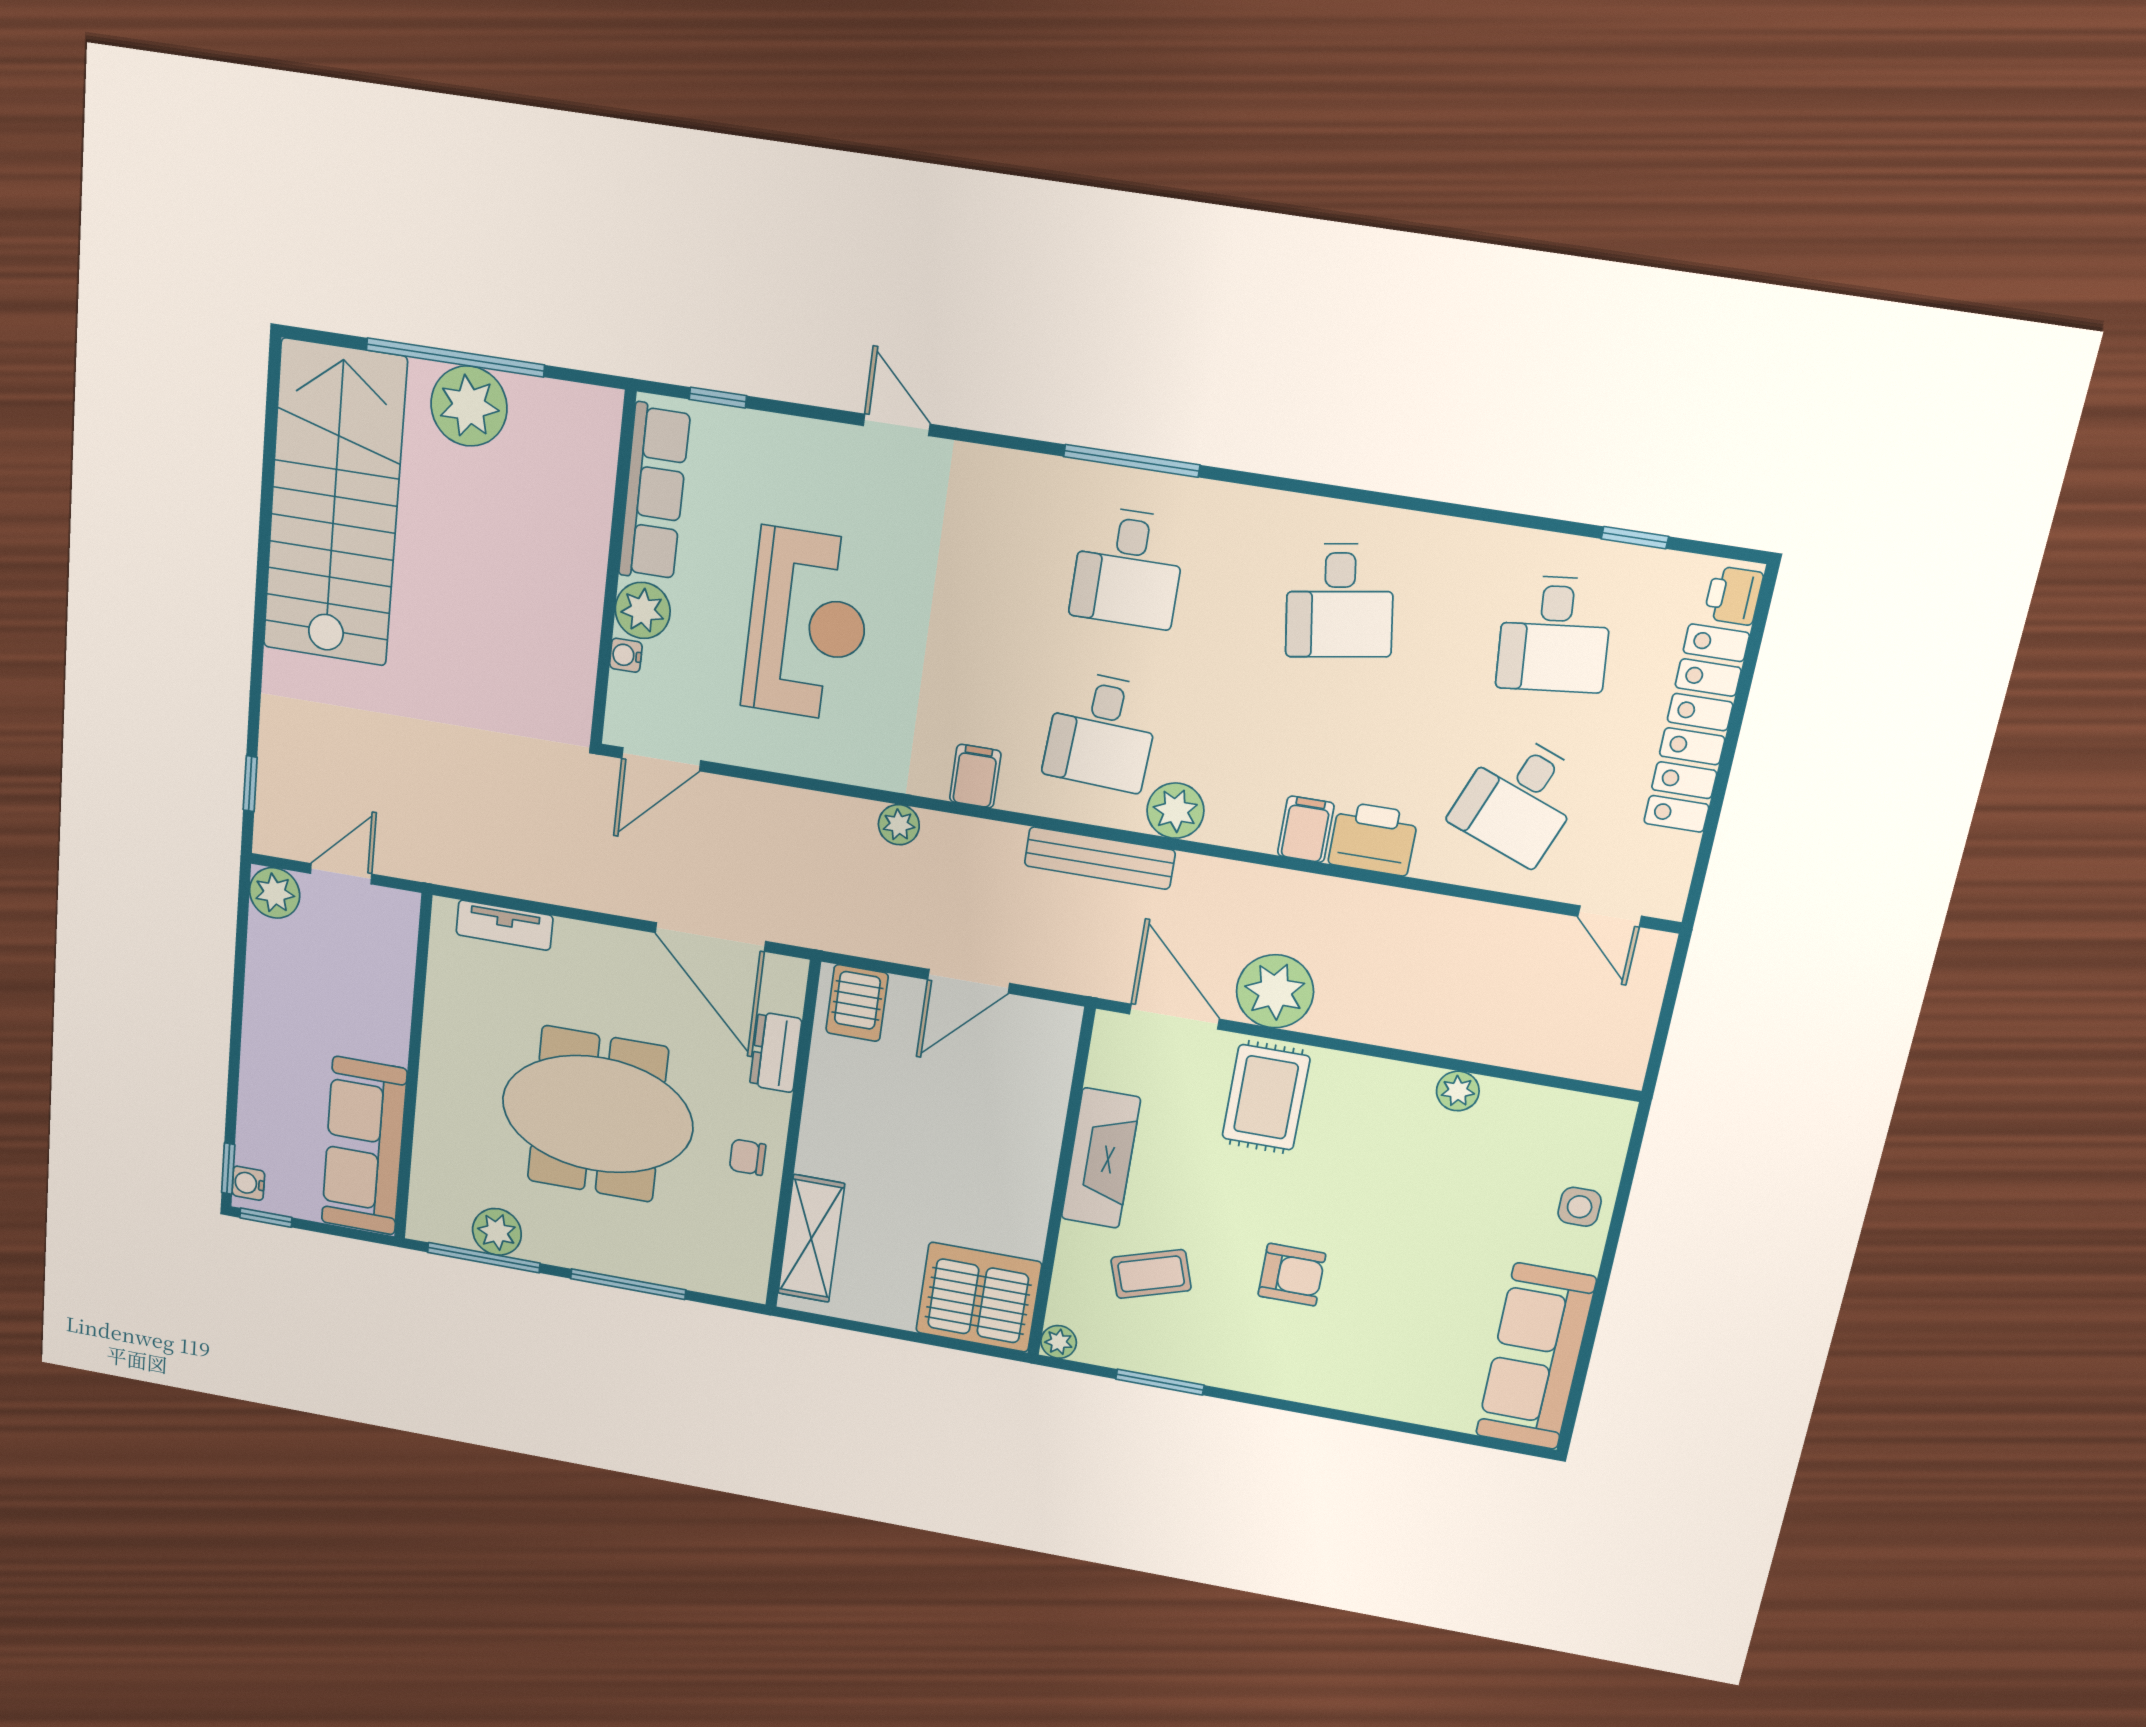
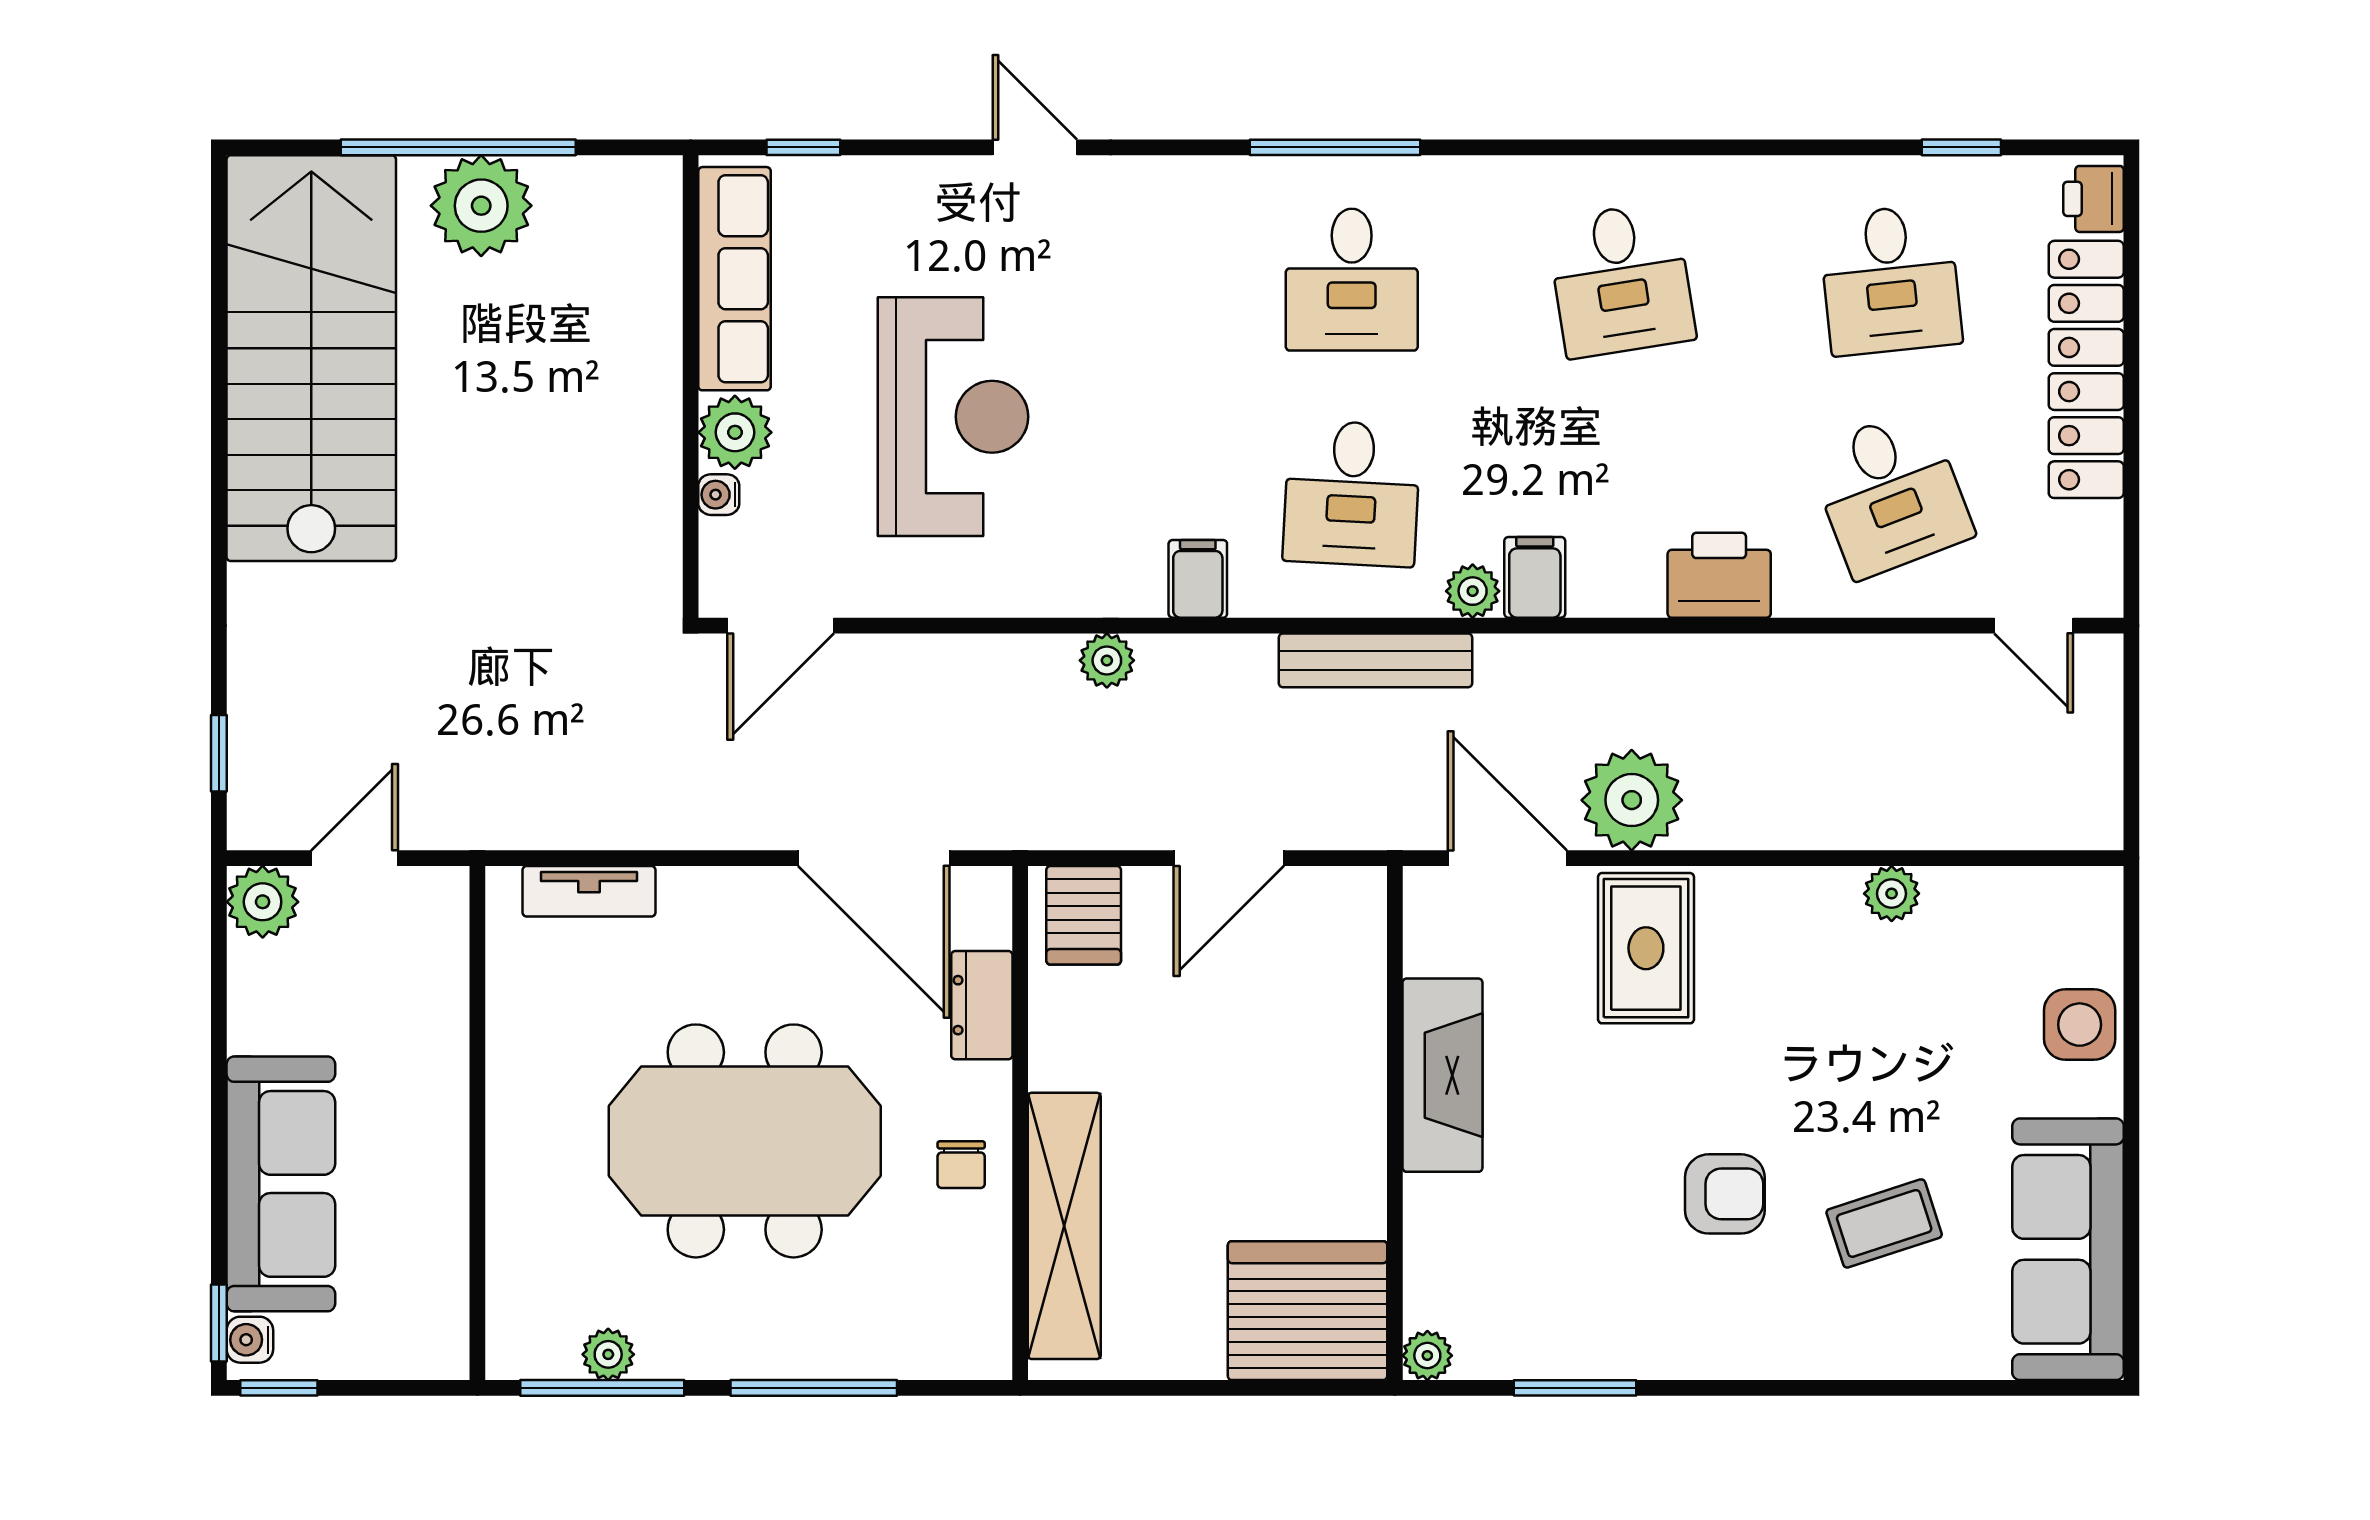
desk: (1519, 799) -> (1890, 493), turned -42
plant: (1175, 811) -> (1473, 591), width x0.73, depth x0.73
filing cabinet: (1306, 829) -> (1535, 577), moved
sofa: (364, 1146) -> (281, 1184), moved, turned 180
chair: (748, 1157) -> (961, 1165), turned -90
side table: (1580, 1207) -> (2080, 1025), width x1.37, depth x1.37
plant: (497, 1232) -> (608, 1354), width x0.73, depth x0.73
shelving: (811, 1239) -> (1064, 1226), width x1.47
coffee table: (1151, 1274) -> (1884, 1223), moved

